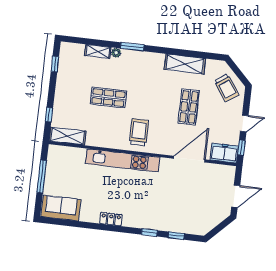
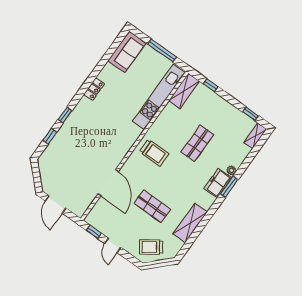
shelving: (98, 51) -> (255, 136), moved
freezer: (224, 153) -> (218, 183), moved, turned 180
kitchen unit: (123, 160) -> (159, 97), moved

